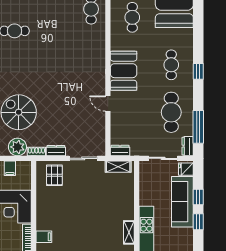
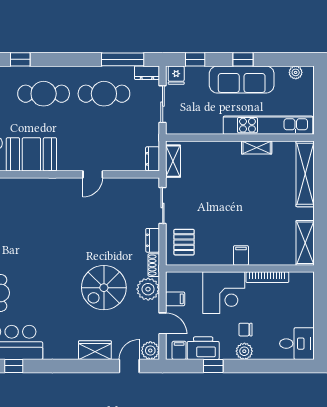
cafe table: (171, 65) -> (44, 94), width x1.37, depth x1.35
booth: (124, 71) -> (31, 154), moved
window: (198, 71) -> (20, 59), moved
pallet: (54, 175) -> (184, 242), turned 90
window: (198, 197) -> (195, 59), moved
sofa: (182, 202) -> (242, 79), moved
filing cabinet: (44, 237) -> (241, 255), moved

